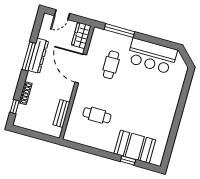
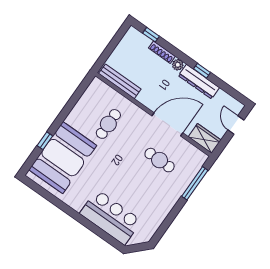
window: (29, 56) -> (202, 71), width x0.46
bar counter: (152, 56) -> (111, 217), moved, turned 90
plant: (31, 77) -> (178, 65), added
bench: (61, 114) -> (120, 81), width x1.36
booth: (135, 147) -> (63, 158), width x1.36, depth x1.42

